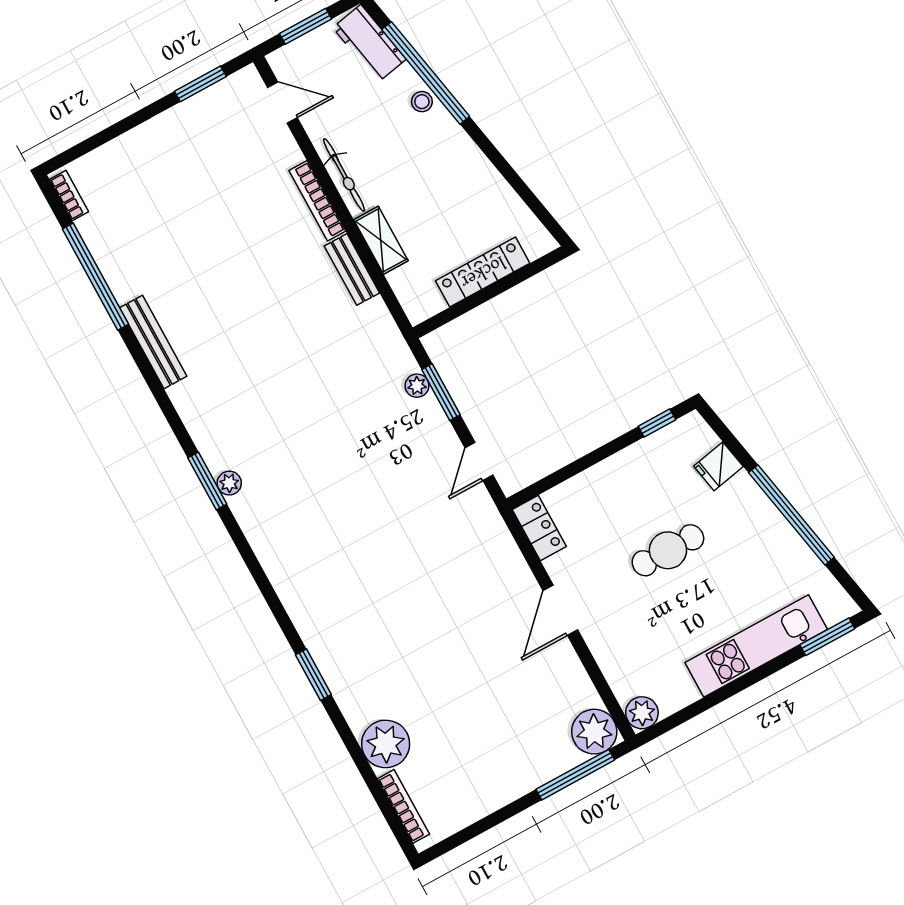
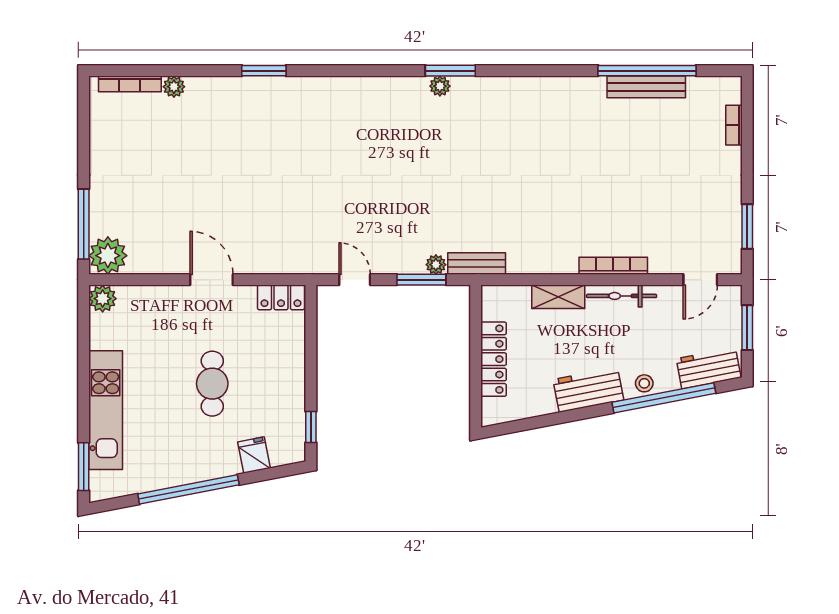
workbench: (460, 156) -> (588, 390), added
bookcase: (69, 196) -> (734, 125), moved, turned 90
bench: (352, 269) -> (477, 263), moved
bench: (153, 342) -> (646, 87), moved
plant: (386, 744) -> (174, 87), width x0.53, depth x0.53

